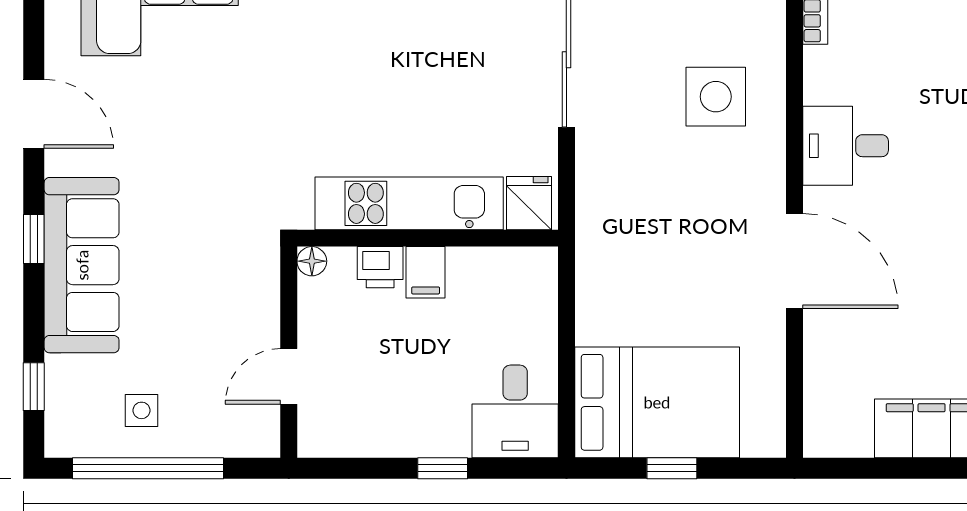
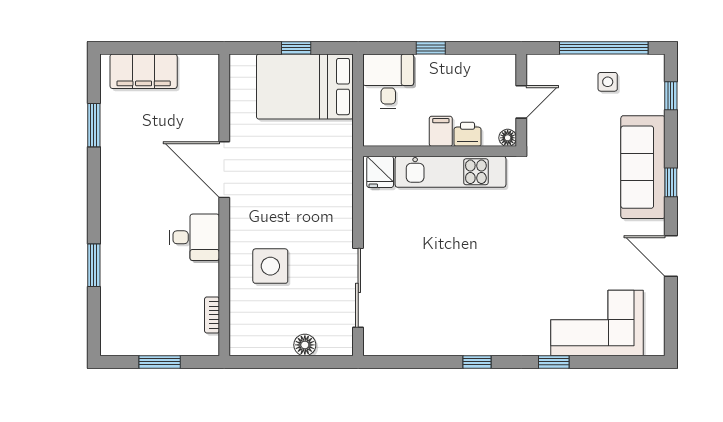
kitchen unit: (409, 203) -> (450, 172), moved
fridge: (529, 203) -> (380, 172), moved
wall: (428, 238) -> (440, 151), moved
floor lamp: (312, 261) -> (508, 138), moved
printer: (380, 267) -> (468, 134), moved
filing cabinet: (426, 272) -> (441, 131), moved

